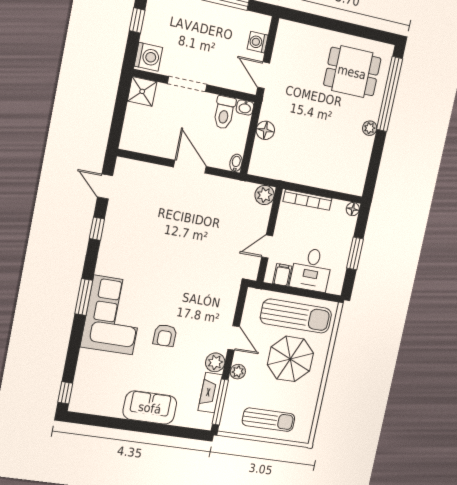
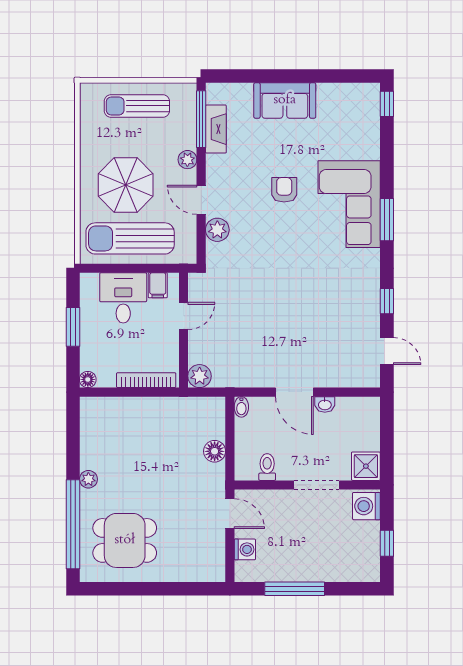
washbasin: (245, 107) -> (325, 404), moved, turned 180
toilet: (224, 112) -> (267, 467), width x0.73, depth x0.72
plant: (215, 362) -> (217, 230), moved

